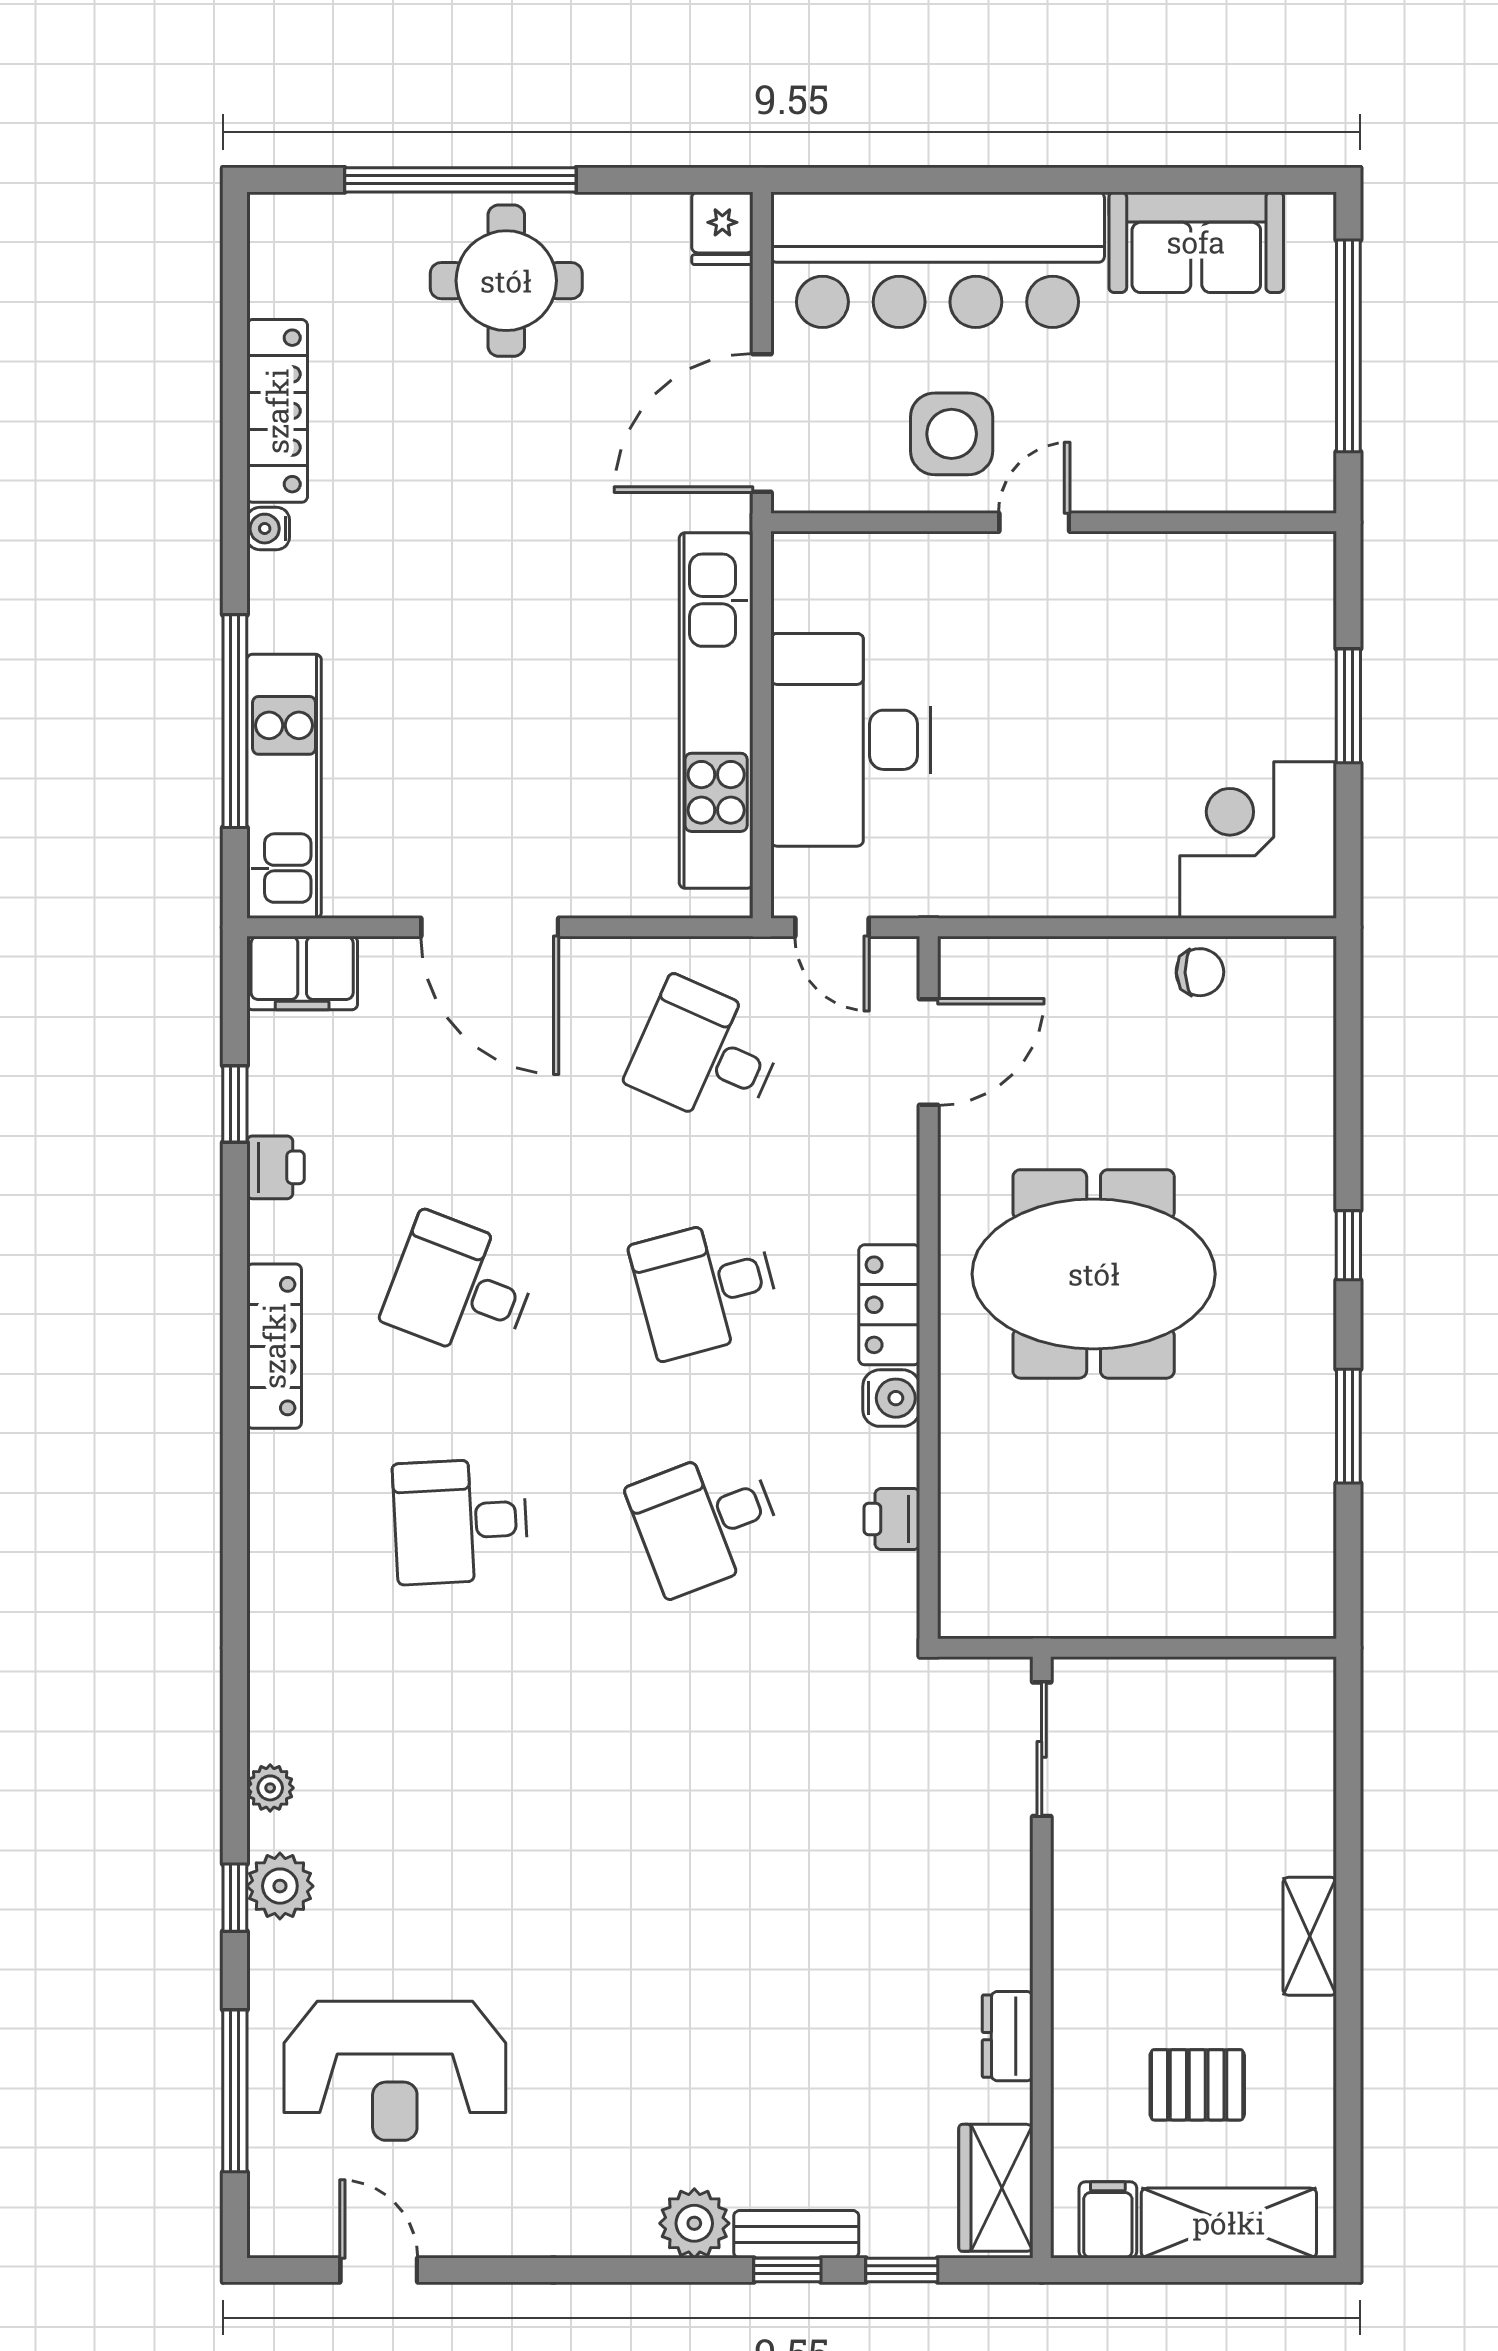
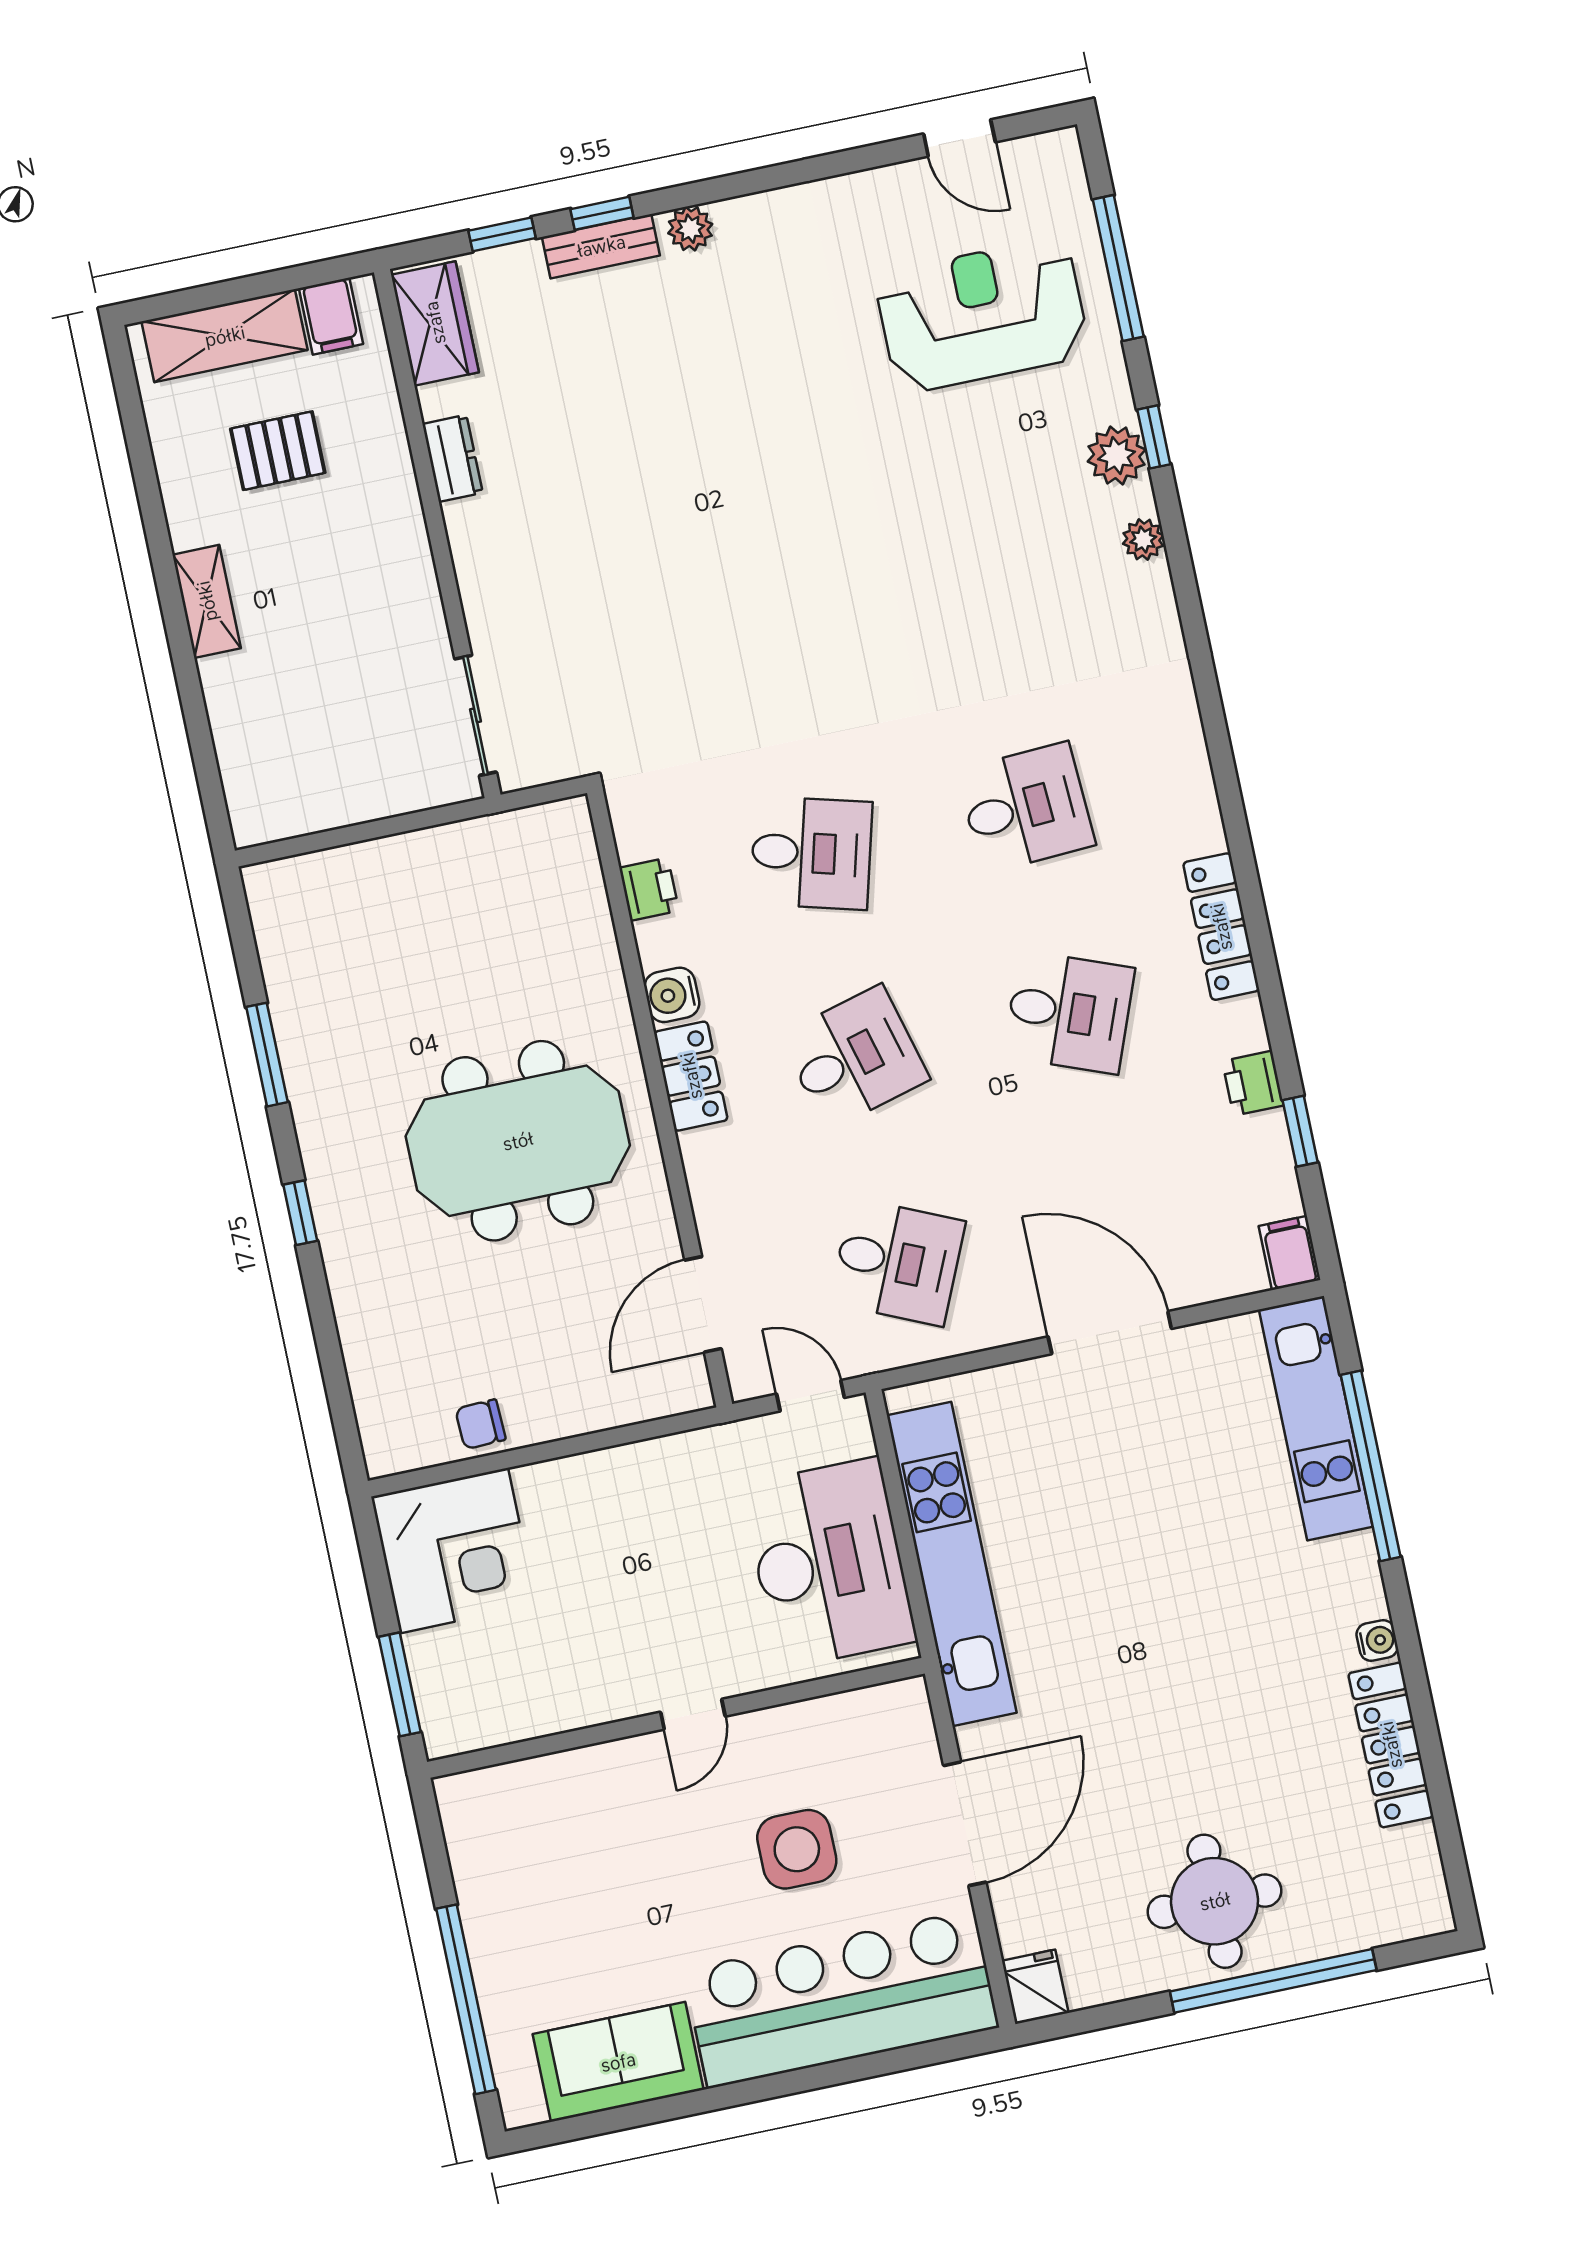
door: (1034, 522) -> (693, 1714), moved
wall: (1054, 522) -> (676, 1718), moved
filing cabinet: (302, 973) -> (1290, 1253), width x0.50
desk: (706, 1521) -> (811, 853), turned 36
plant: (694, 2223) -> (690, 229), width x0.73, depth x0.73

